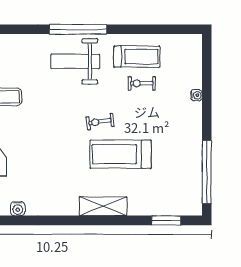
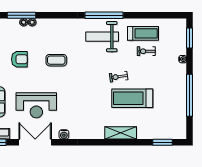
window: (207, 64) -> (189, 38), added
window: (207, 172) -> (189, 95), moved

